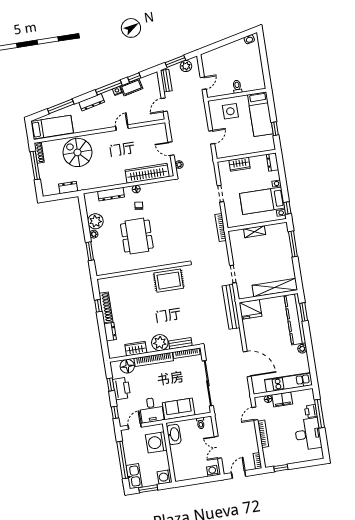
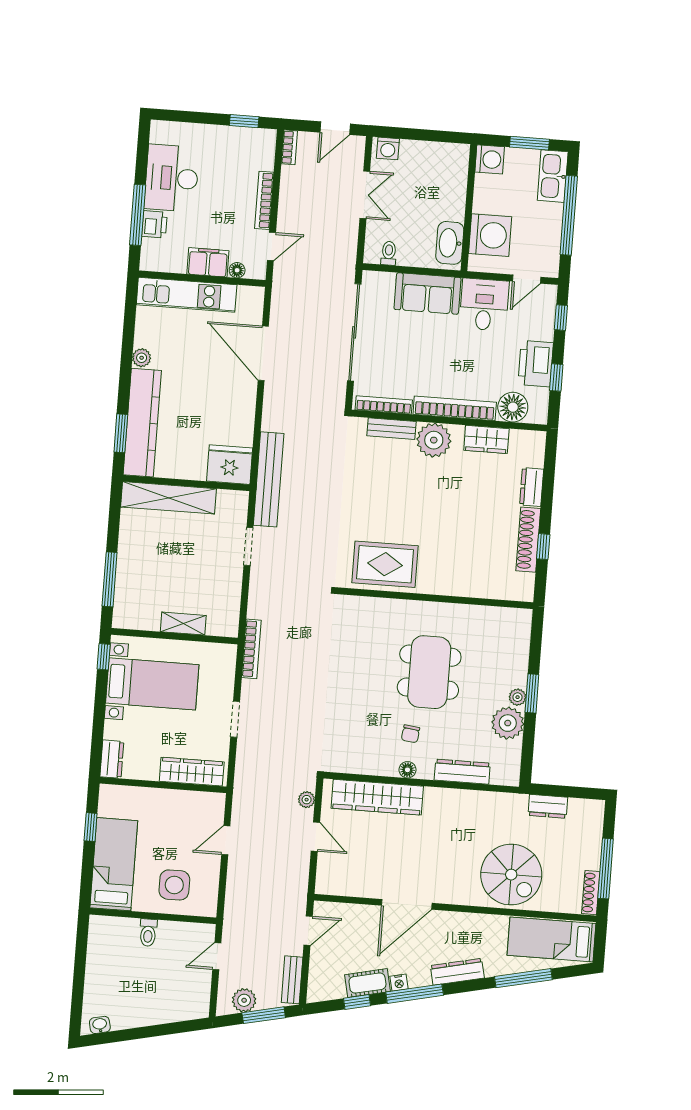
door: (122, 128) -> (407, 904), width x1.87
wardrobe: (240, 164) -> (192, 772), width x1.50
window: (90, 251) -> (532, 693), moved

